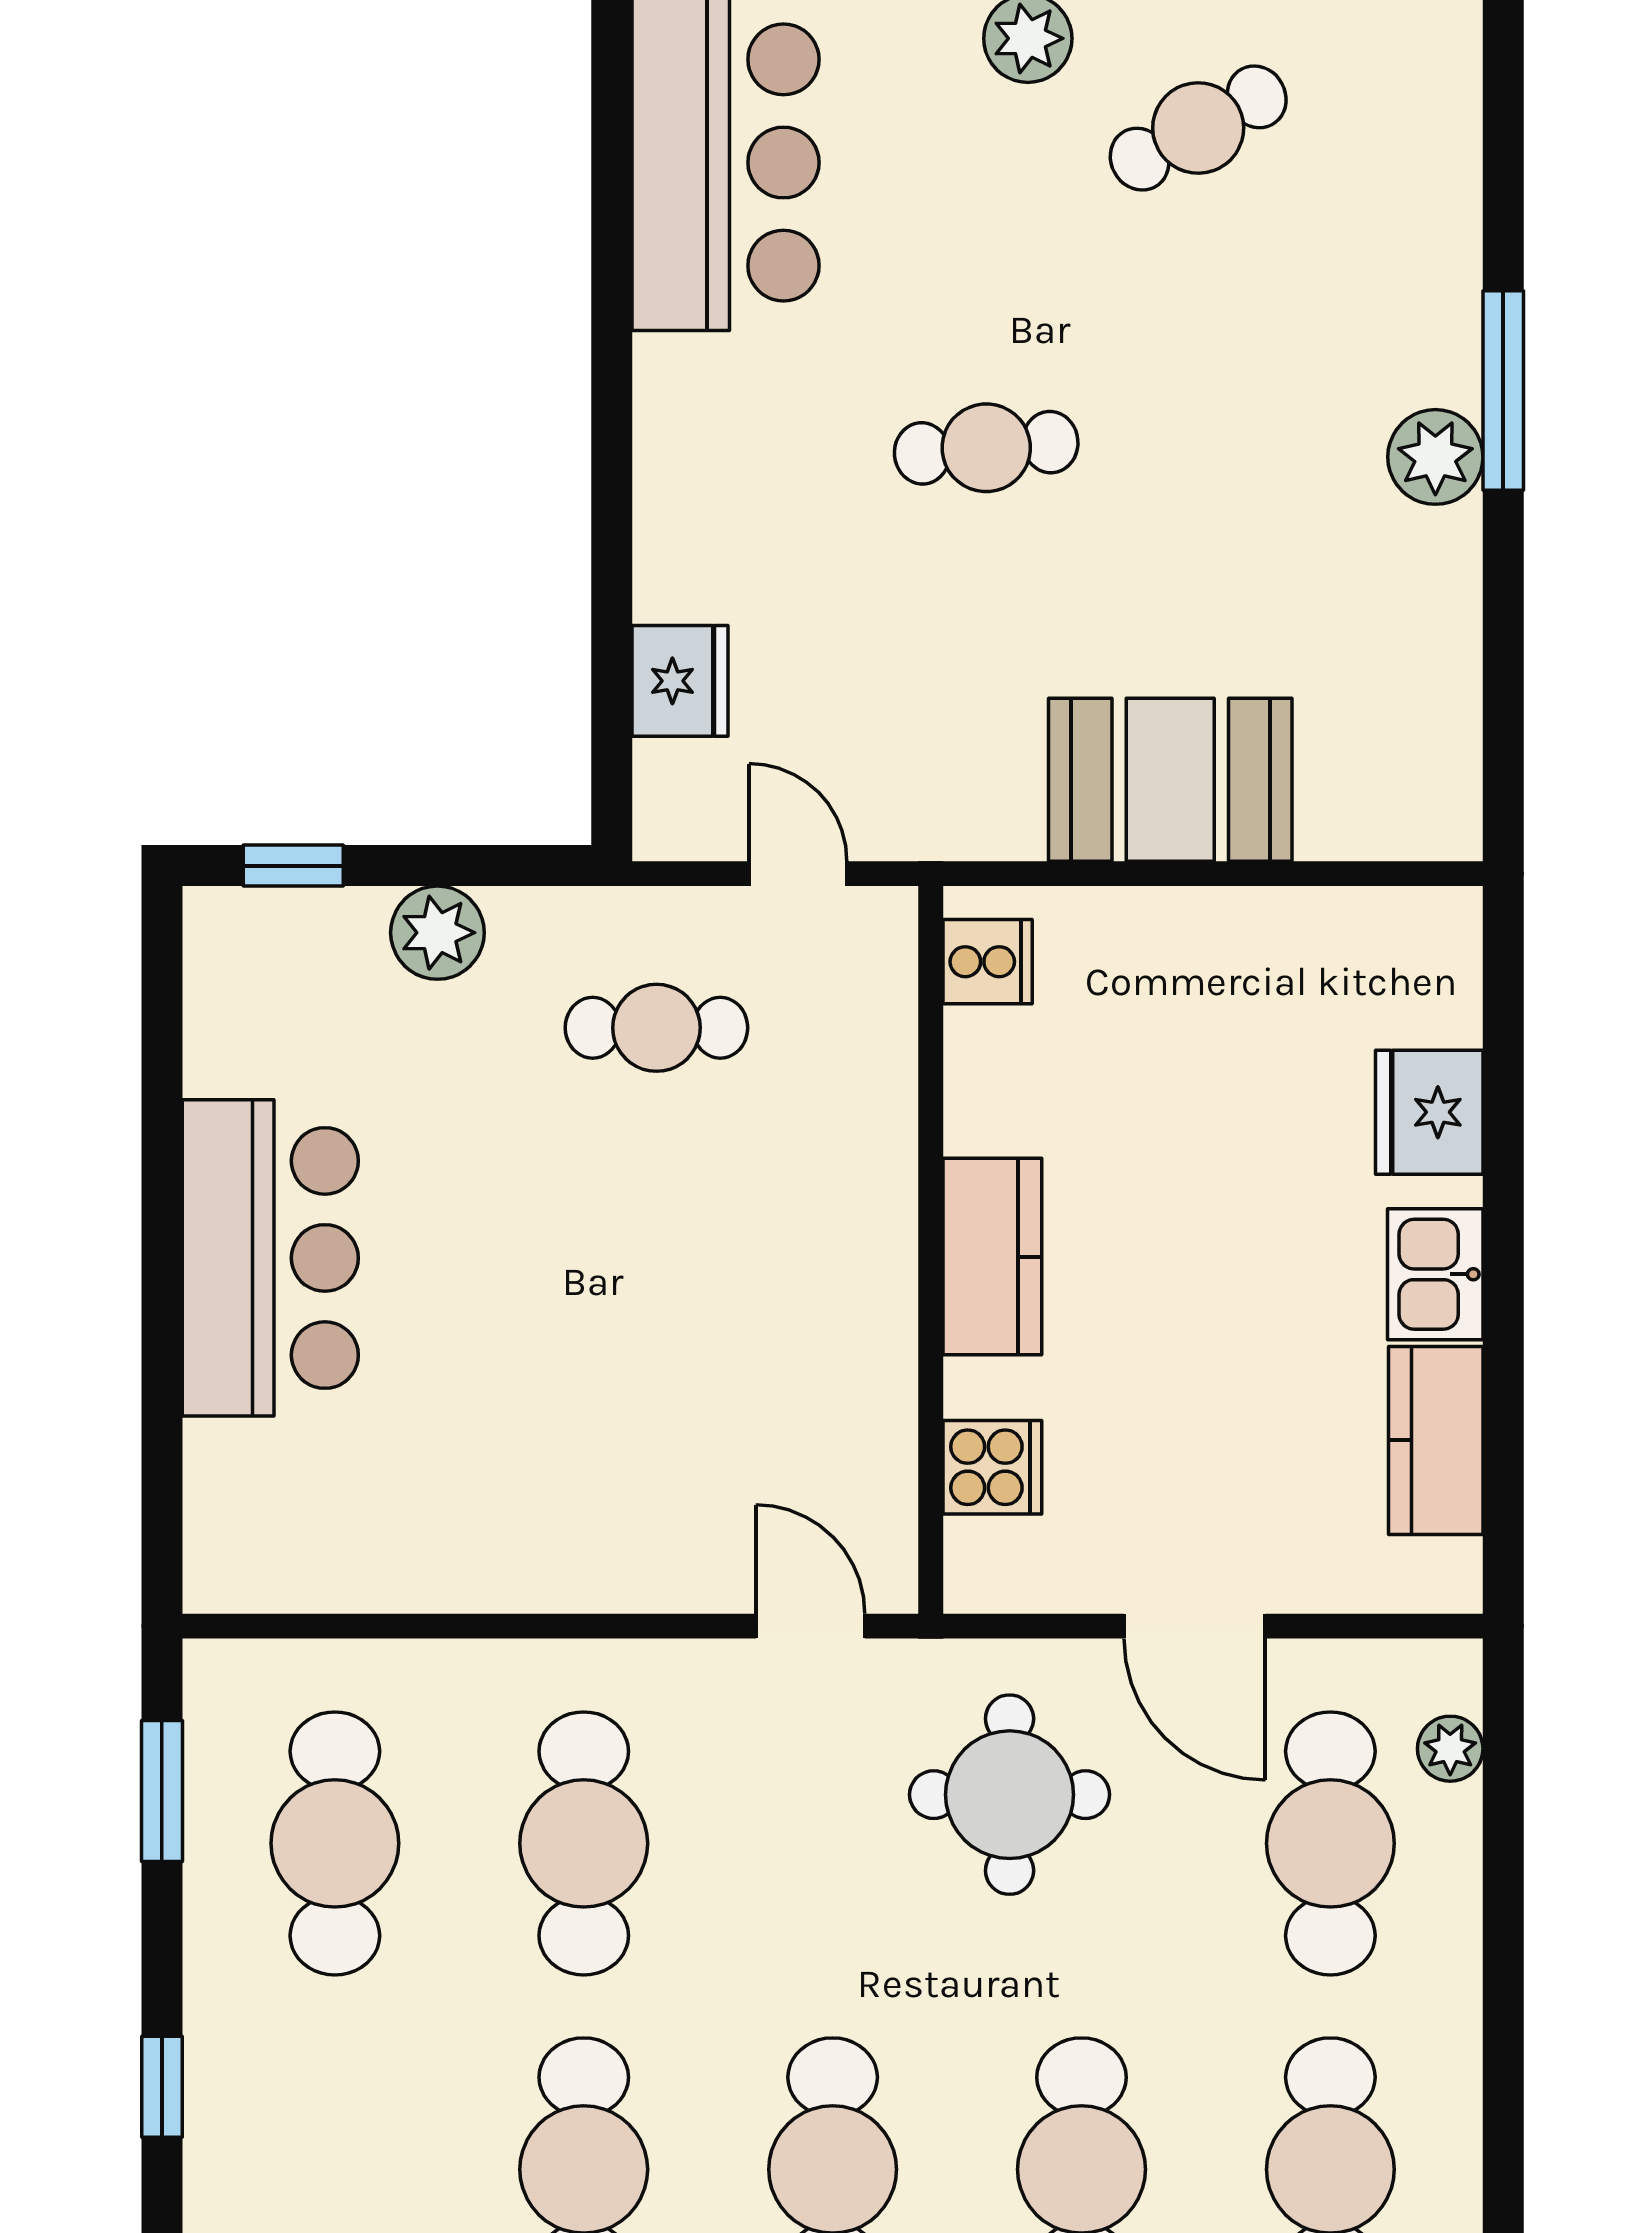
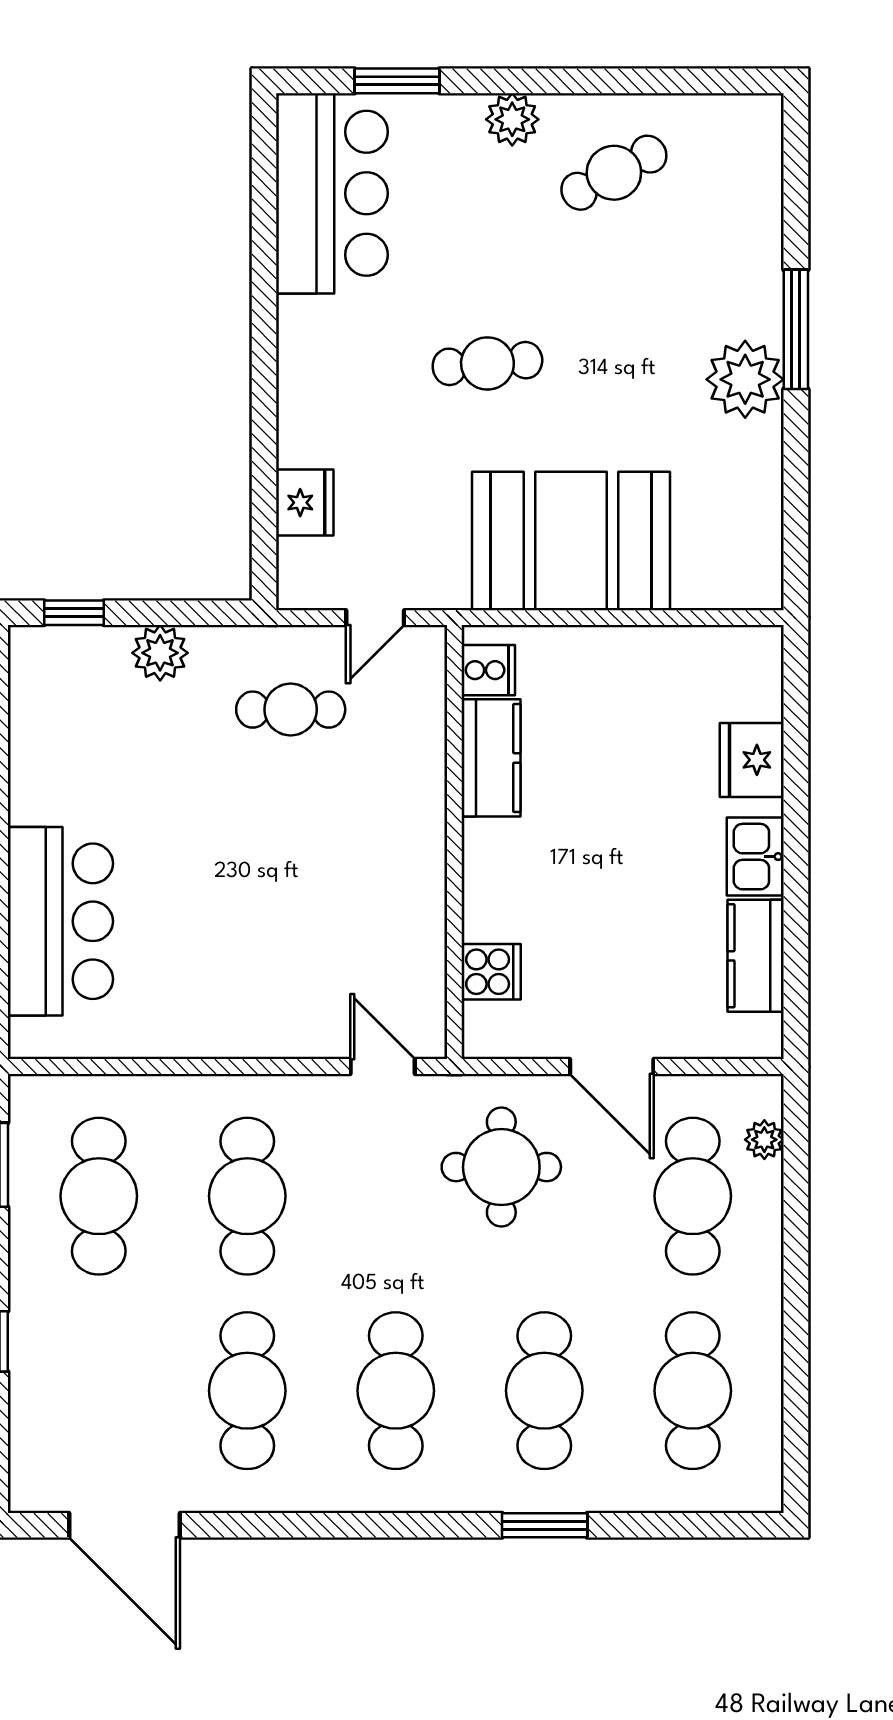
plant: (1435, 457) -> (745, 379), width x1.36, depth x1.36
booth: (1170, 780) -> (571, 541), width x1.36, depth x1.42
door: (798, 874) -> (375, 618), swing flipped
kitchen counter: (992, 1257) -> (491, 758), moved
bar counter: (270, 1258) -> (60, 921), moved

